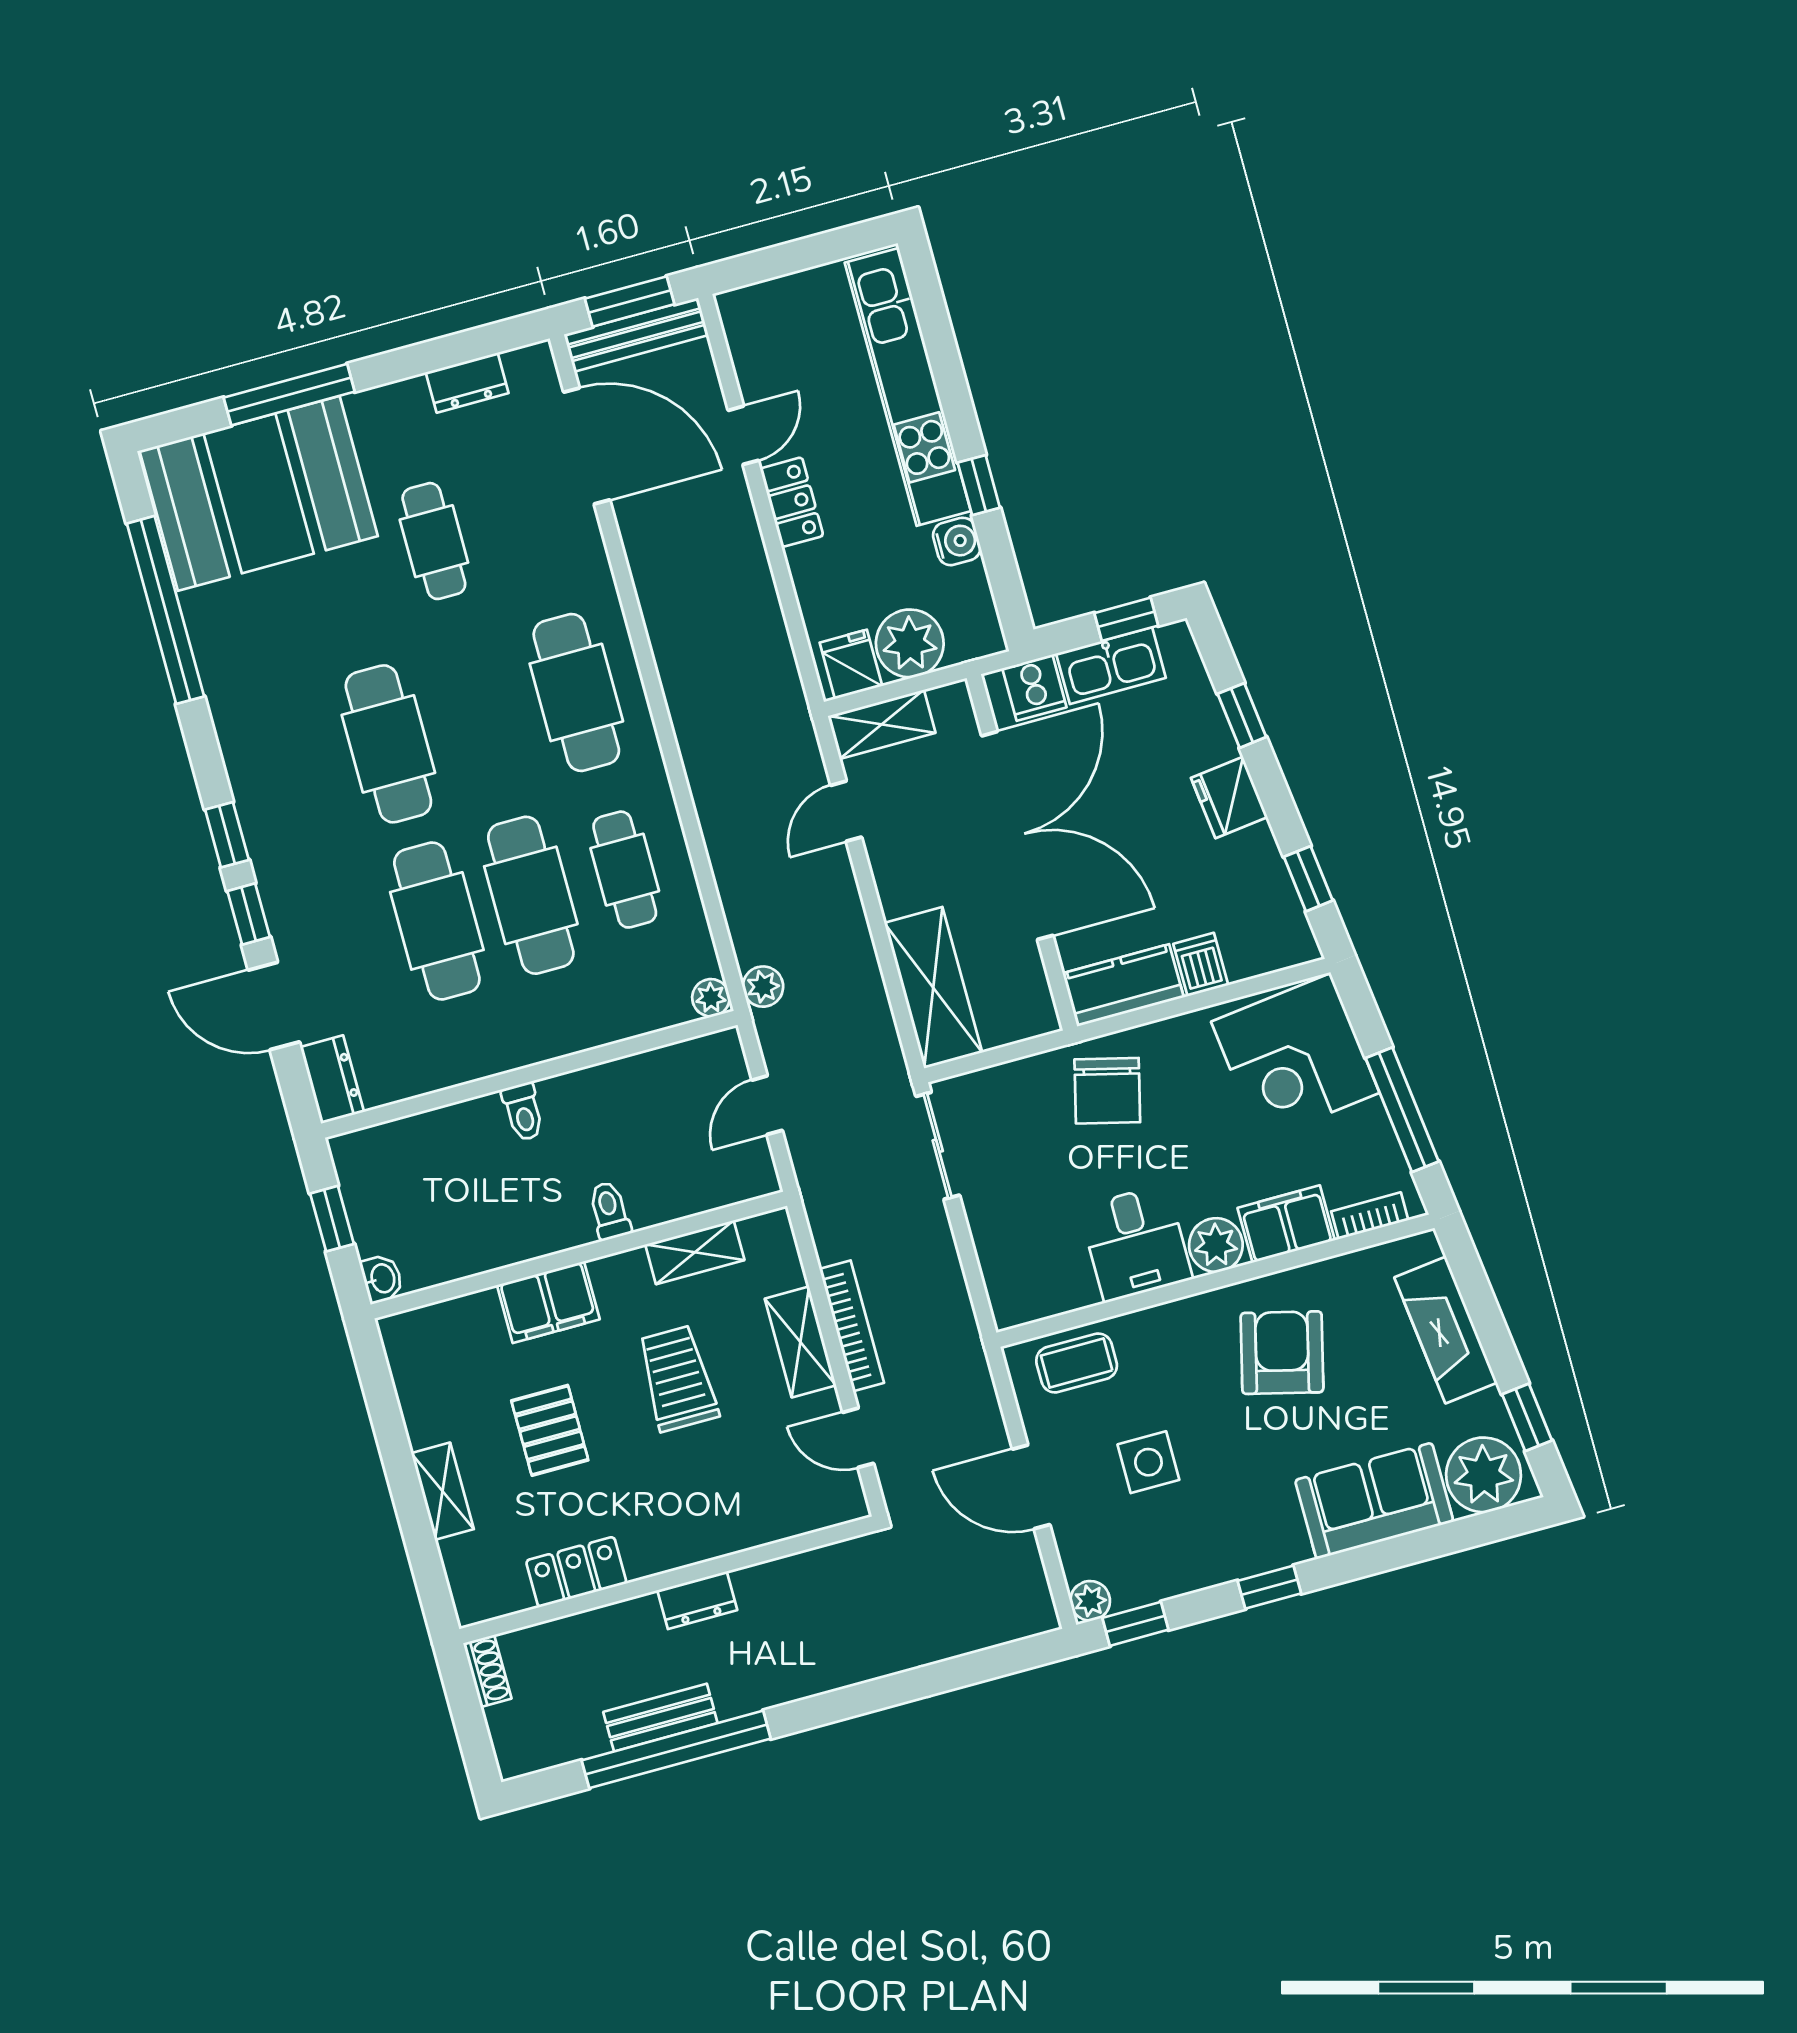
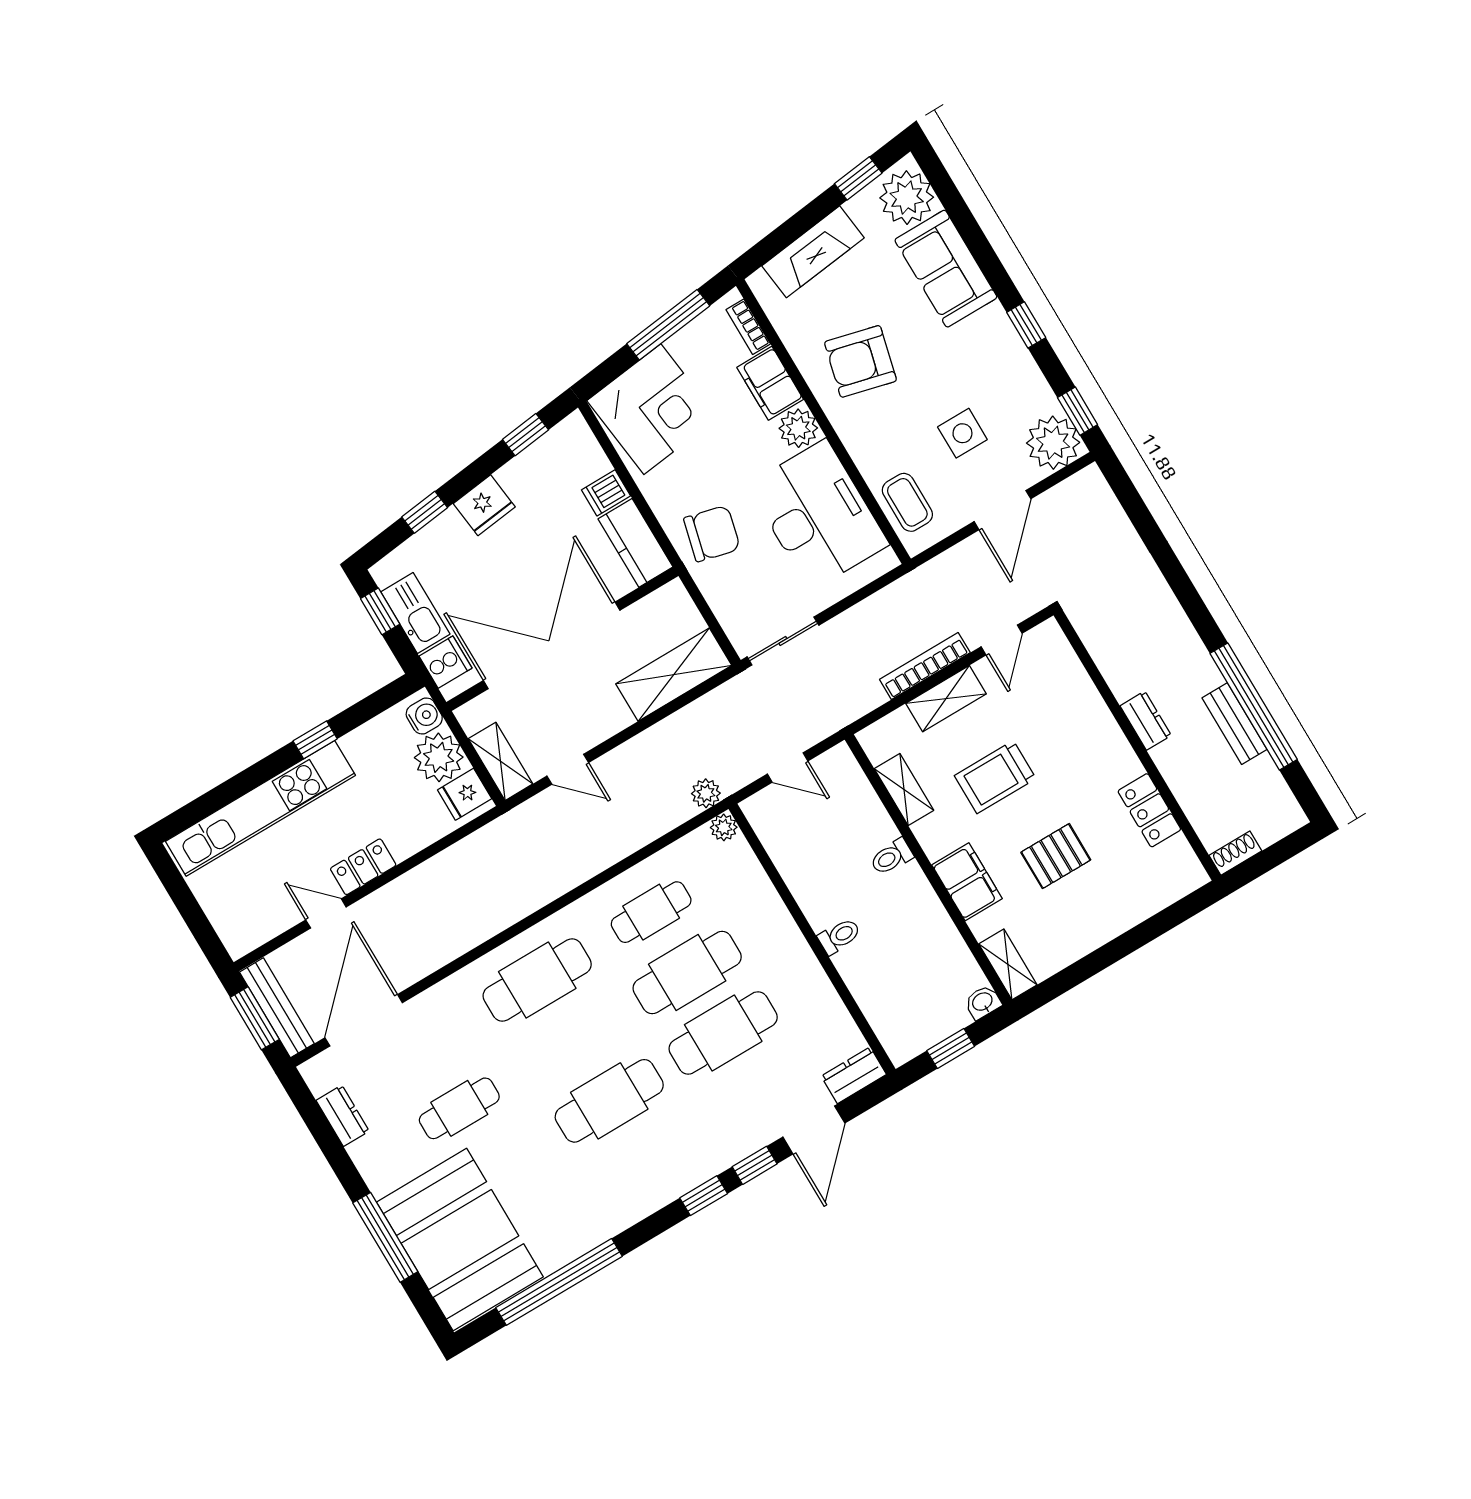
water cooler: (957, 541) -> (424, 716), moved, turned 90
desk: (1136, 1243) -> (818, 515), width x1.87, depth x1.30
shelving: (442, 1491) -> (1008, 964), moved, turned 90
plant: (1090, 1601) -> (1053, 443), width x1.87, depth x1.87

